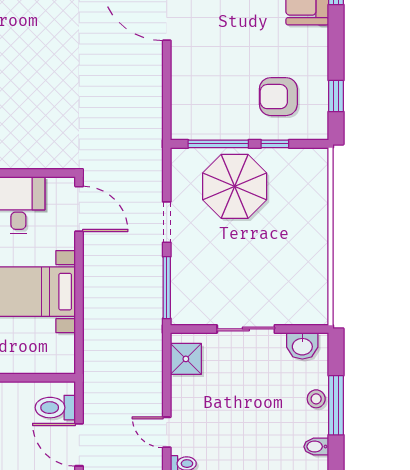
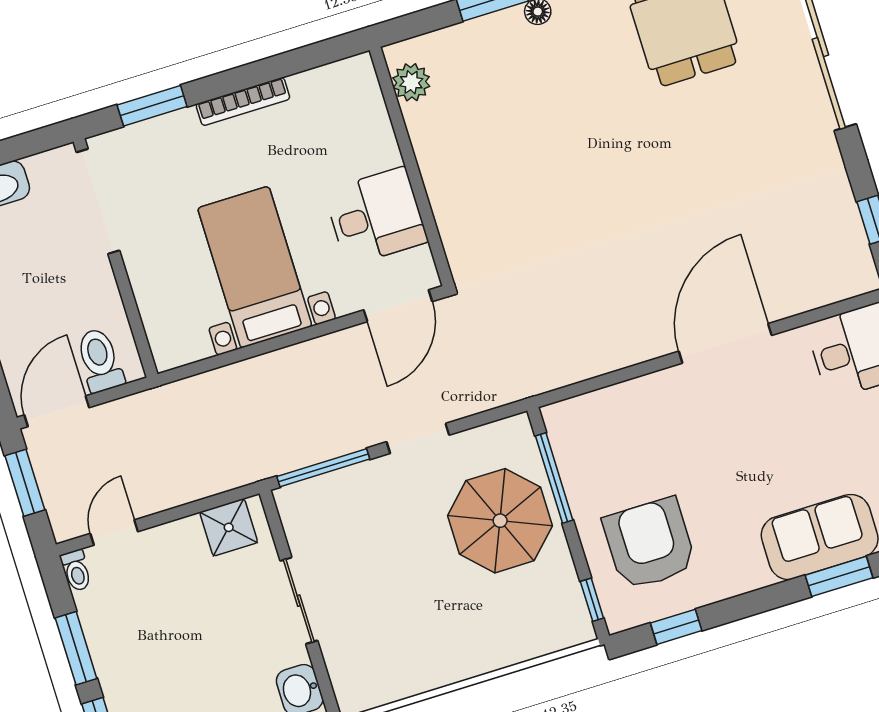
armchair: (278, 97) -> (650, 544), width x1.36, depth x1.36
window: (275, 144) -> (592, 600), moved

